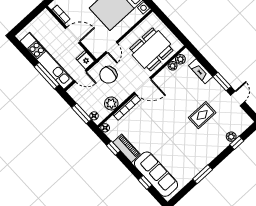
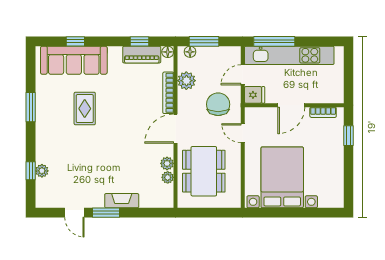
plant: (180, 59) -> (167, 163), moved
fireplace: (201, 71) -> (122, 201), moved
rug: (202, 115) -> (85, 109), moved
piano: (127, 148) -> (142, 55), moved

